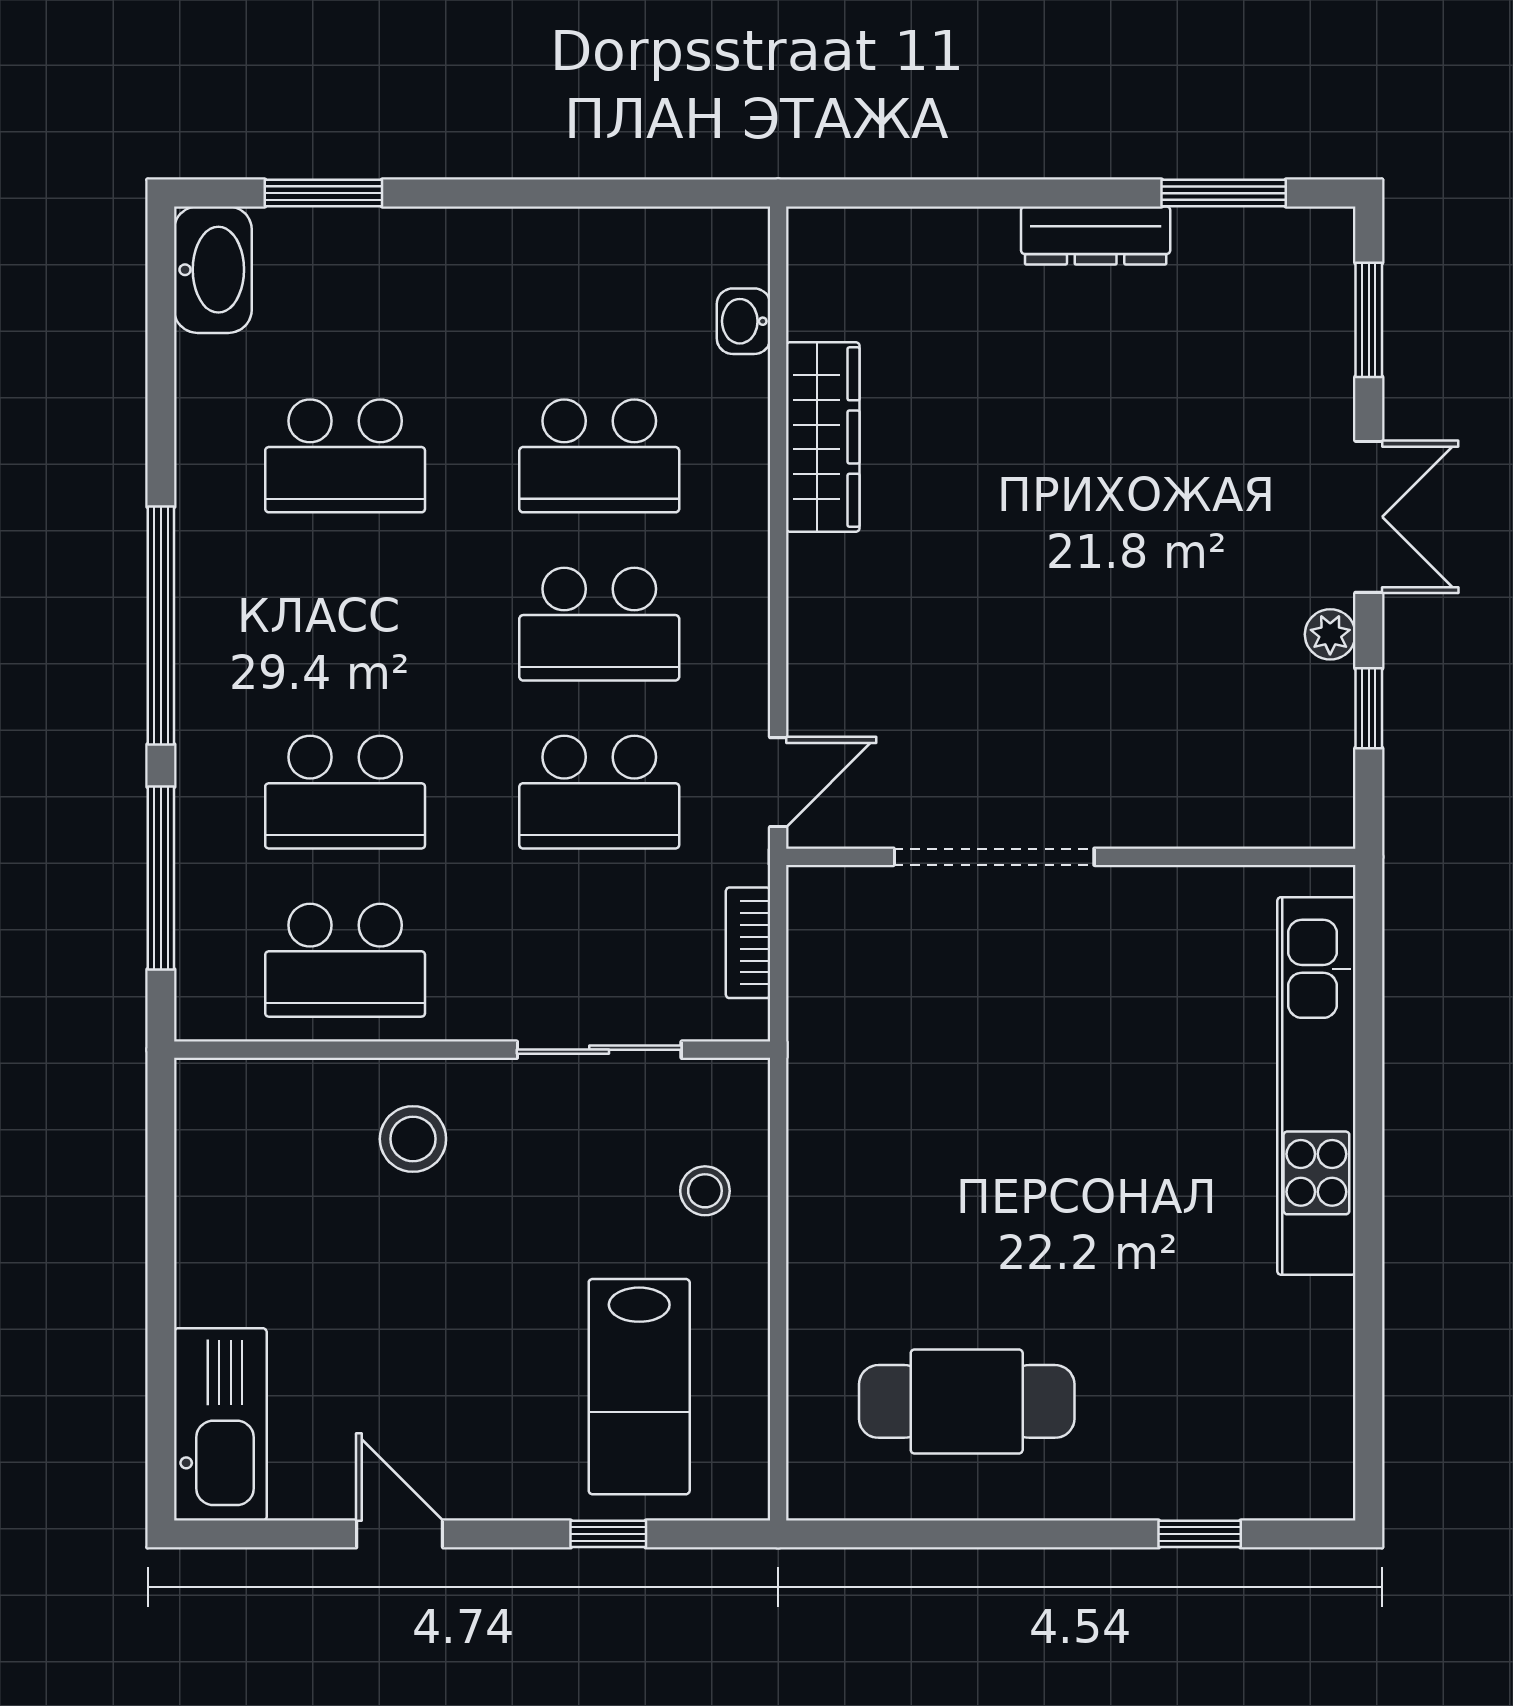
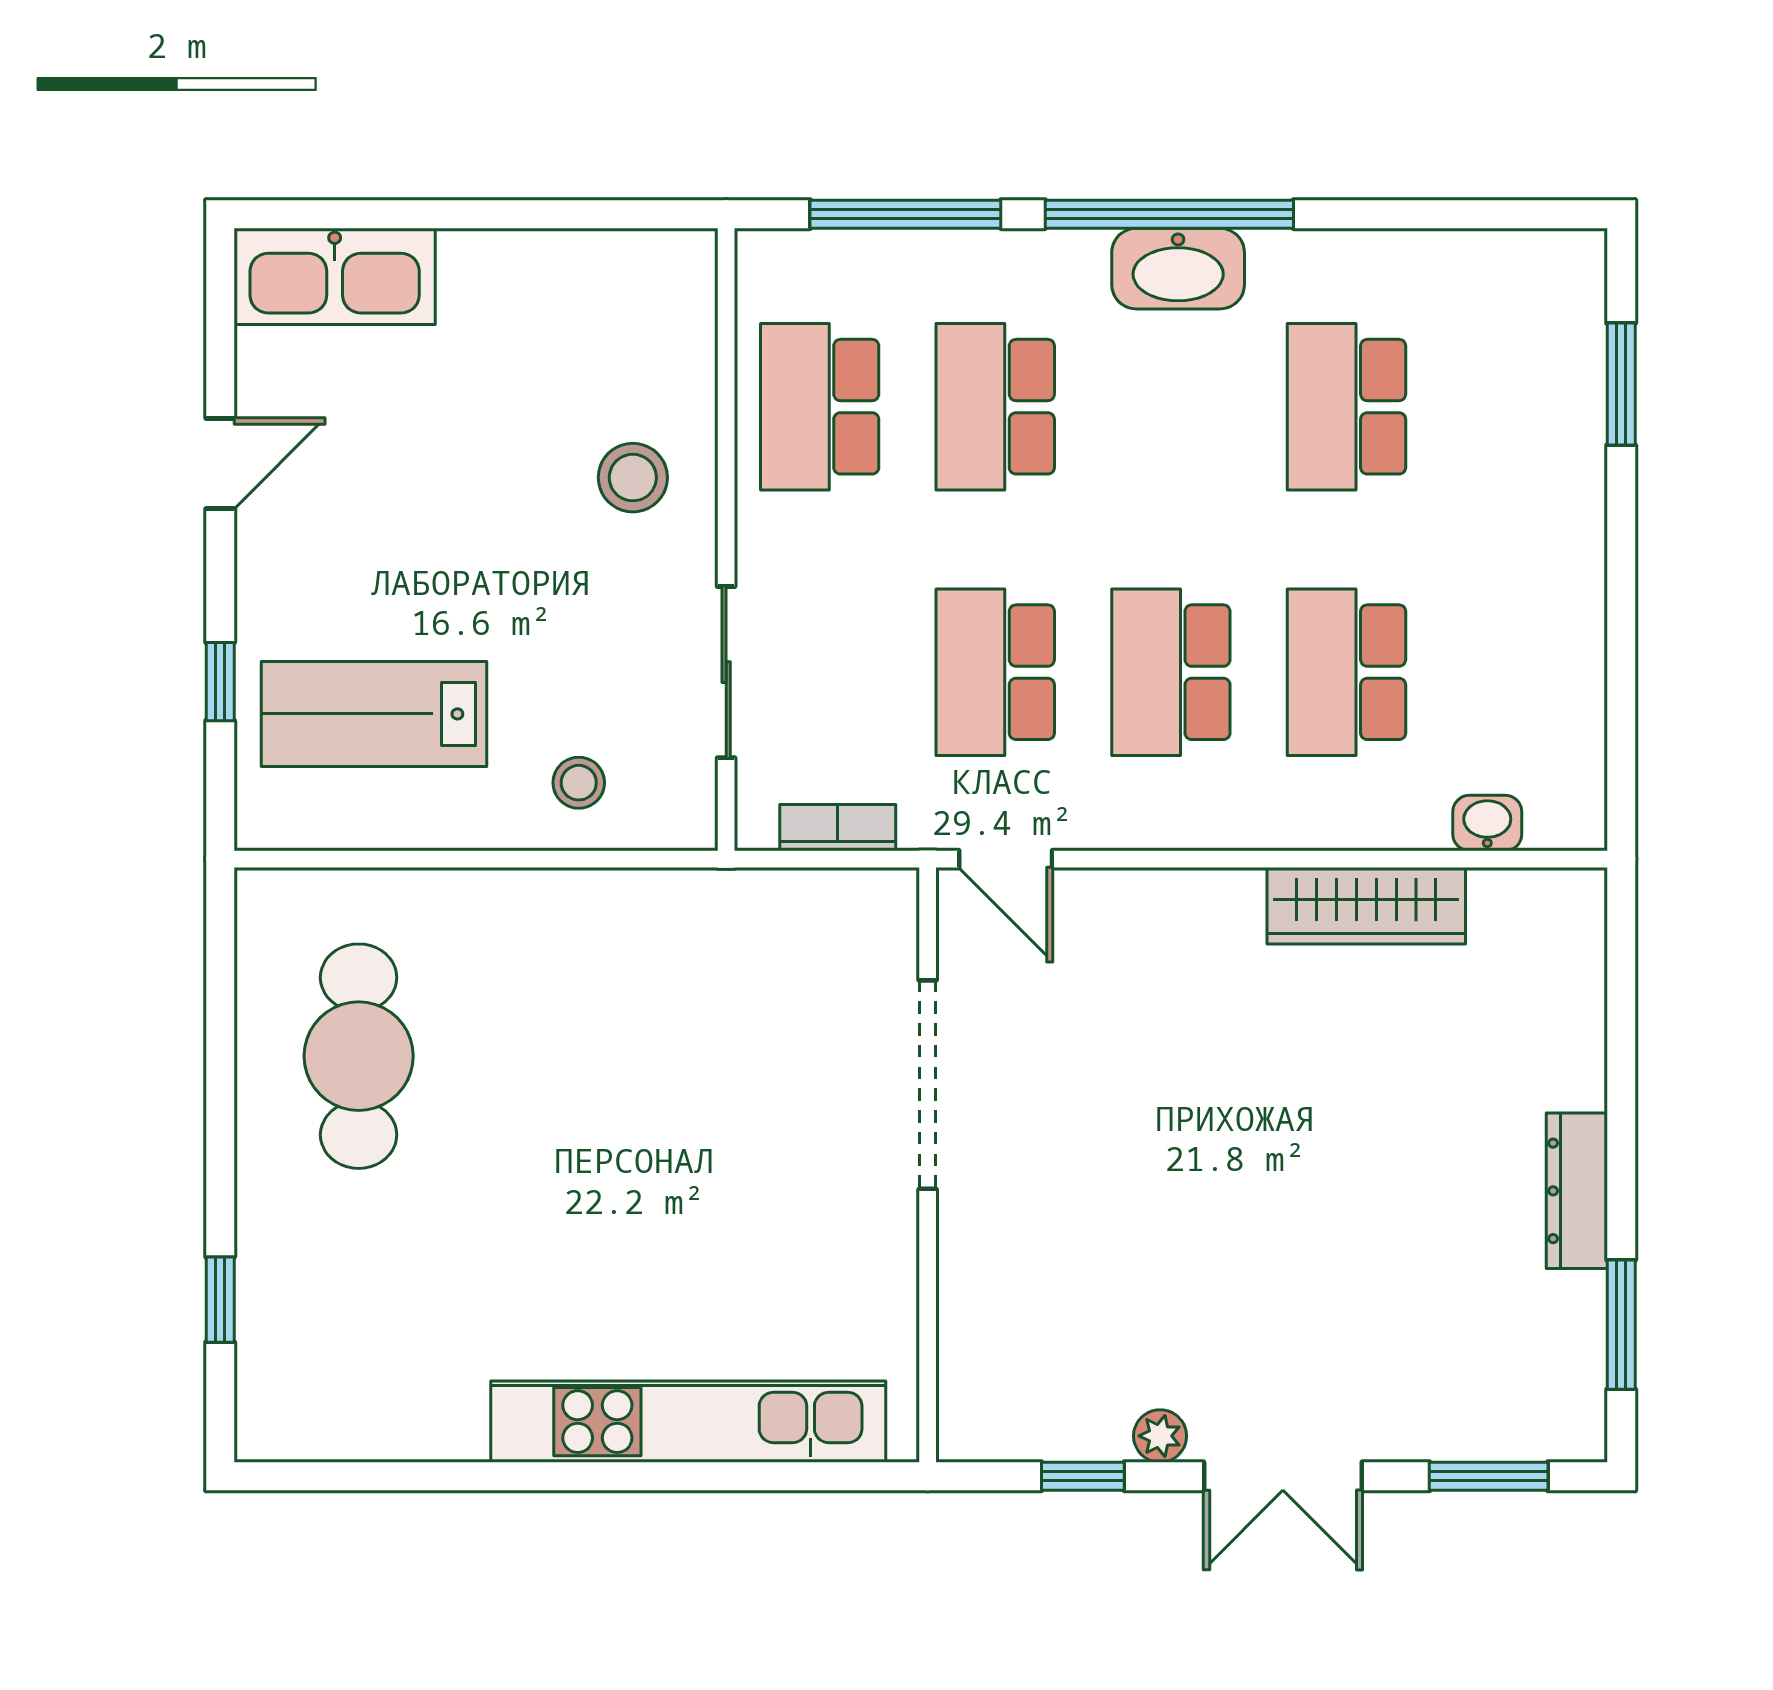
washbasin: (213, 270) -> (1178, 269), moved

